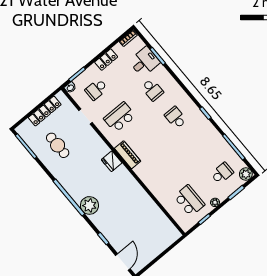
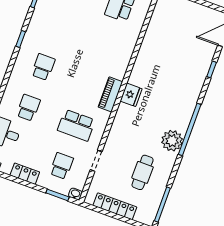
school desk: (96, 89) -> (62, 166), turned -90
school desk: (176, 118) -> (43, 67), turned 180
fridge: (112, 161) -> (131, 95), moved
plant: (89, 205) -> (172, 141), moved

